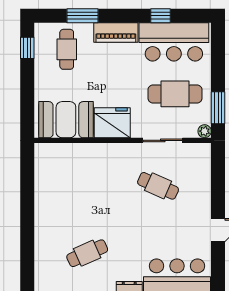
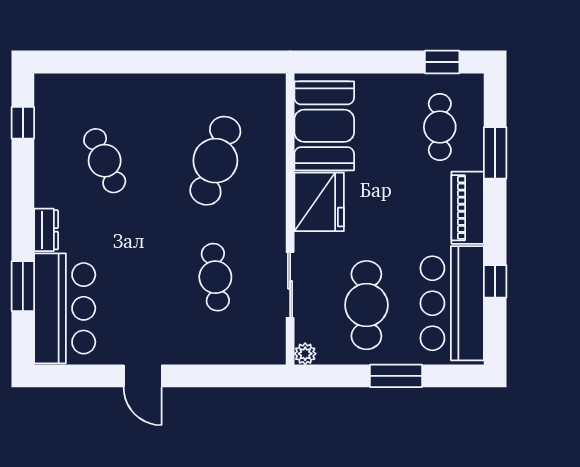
cafe table: (67, 49) -> (440, 127), turned 90
window: (218, 108) -> (396, 376), moved
cafe table: (87, 186) -> (215, 161), added
cafe table: (158, 186) -> (215, 277), turned -30

